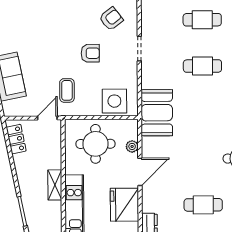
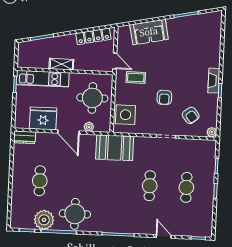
locker: (16, 139) -> (93, 36), width x1.53

